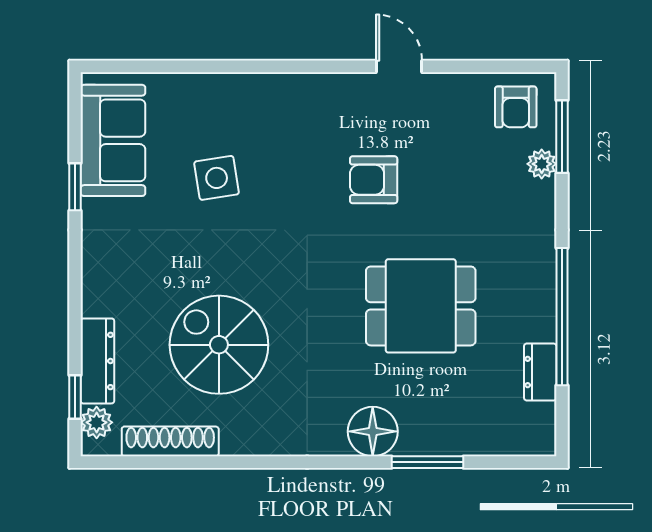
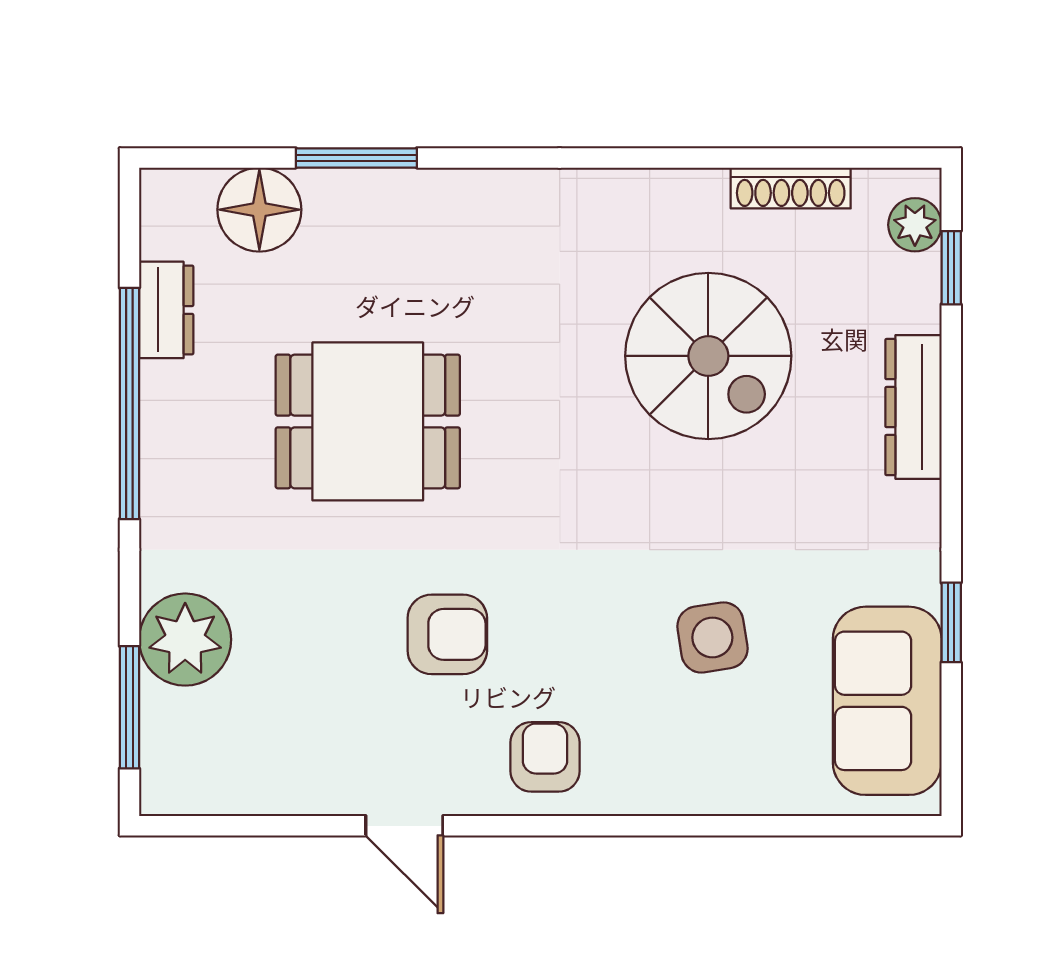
armchair: (516, 107) -> (545, 757), moved
plant: (542, 164) -> (185, 640), width x1.88, depth x1.88
dresser: (97, 361) -> (913, 407), moved
floor lamp: (373, 431) -> (259, 210), moved
shoe rack: (170, 441) -> (791, 188), width x0.74, depth x0.81

